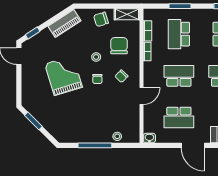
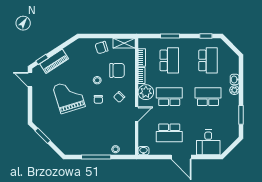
piano: (64, 23) -> (54, 61), moved
school desk: (179, 34) -> (169, 60), turned 180
chair: (119, 46) -> (117, 70), turned 90
plant: (152, 71) -> (146, 92), added

